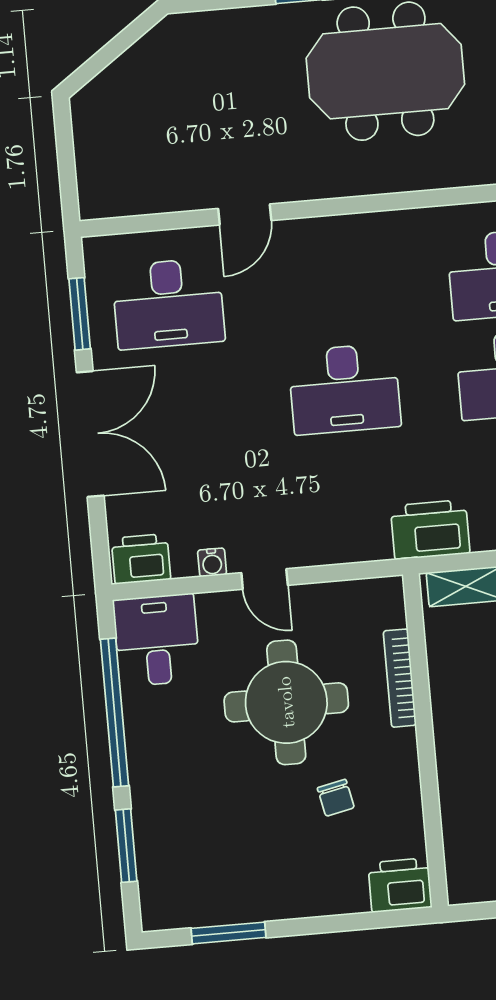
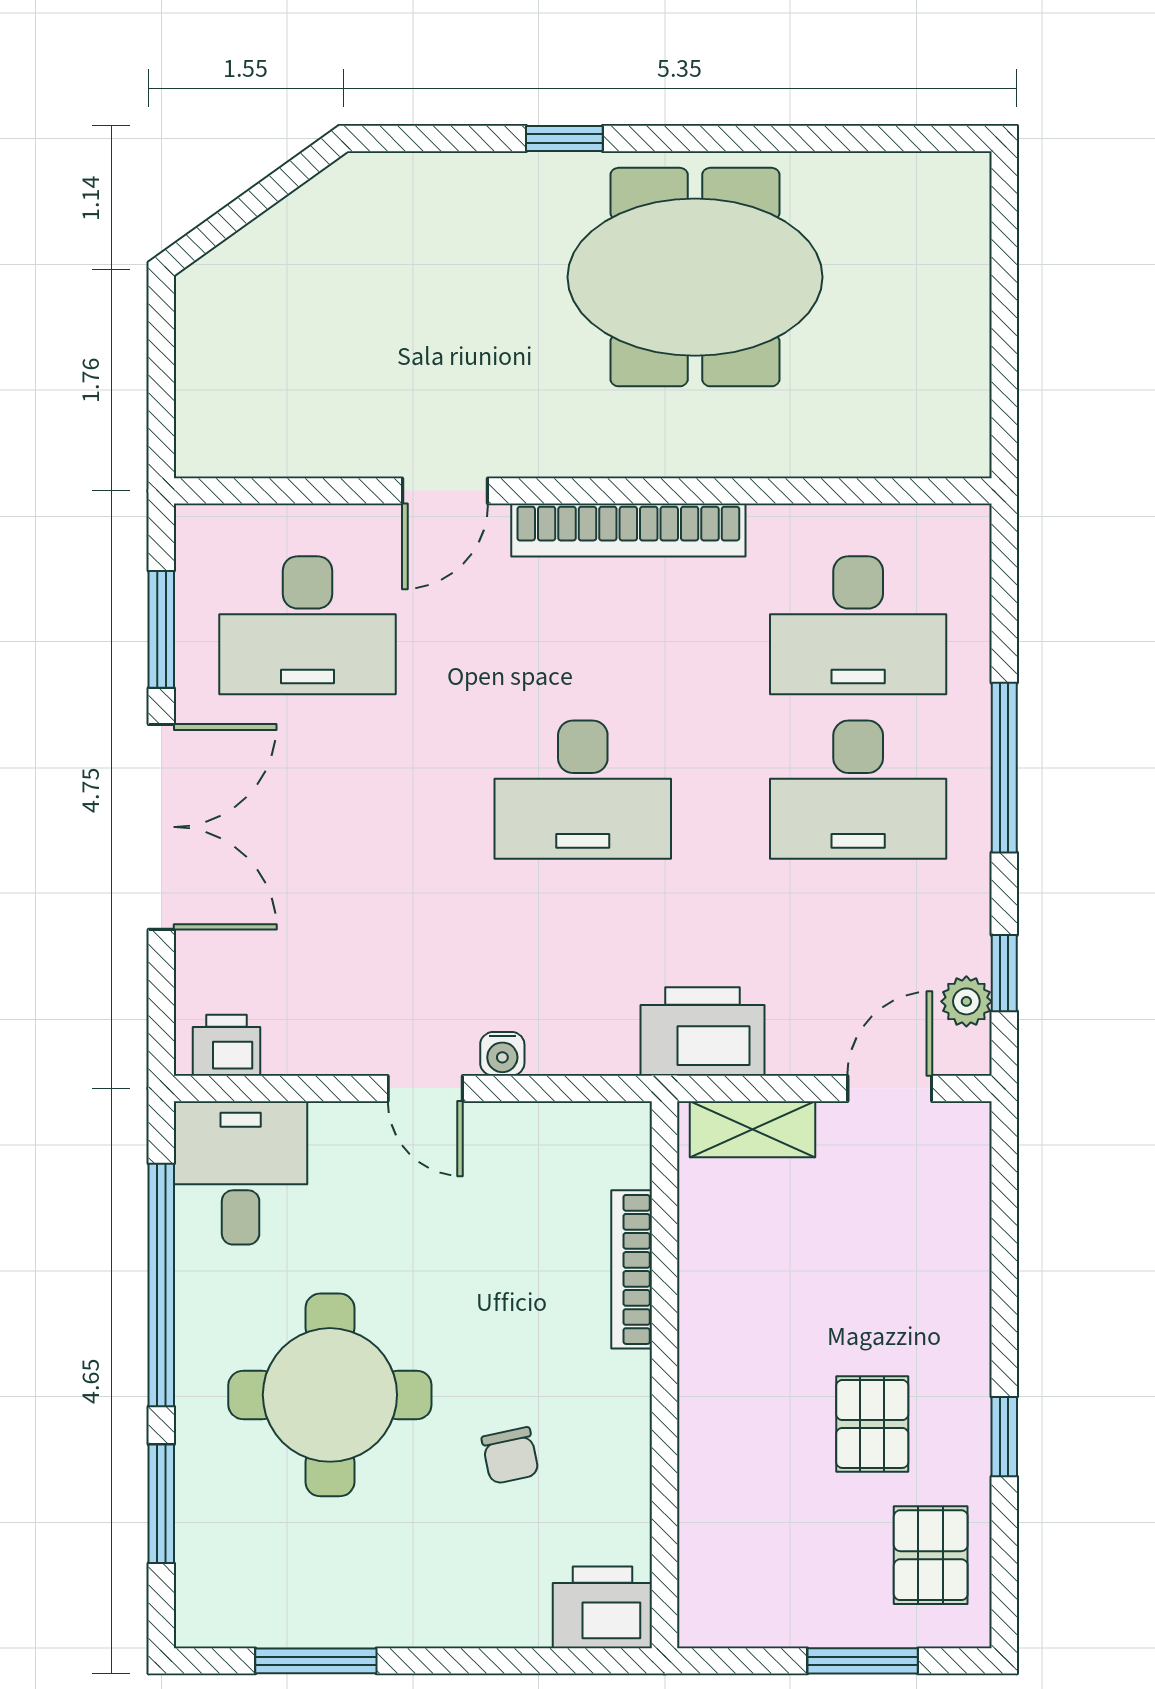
bookcase: (358, 229) -> (628, 530), added
printer: (141, 559) -> (227, 1045), width x0.73, depth x0.81
water cooler: (212, 562) -> (502, 1054), moved
round table: (286, 702) -> (330, 1395), moved

